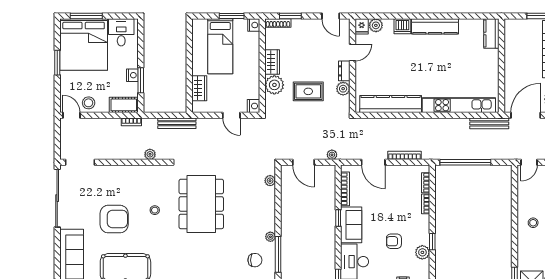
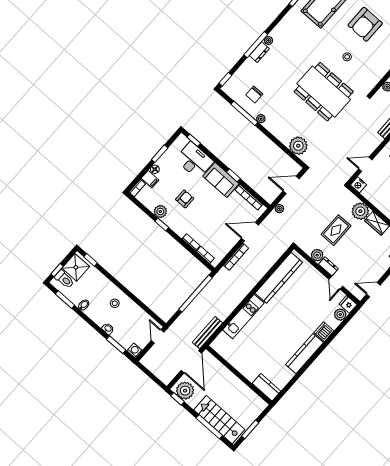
kitchen unit: (459, 105) -> (243, 316), width x0.73
plant: (270, 181) -> (298, 146), width x1.88, depth x1.88

